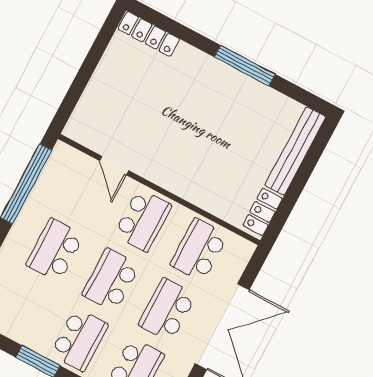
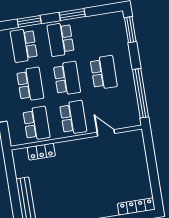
locker: (263, 212) -> (41, 152), moved, turned 90
school desk: (143, 220) -> (73, 118), turned 180

